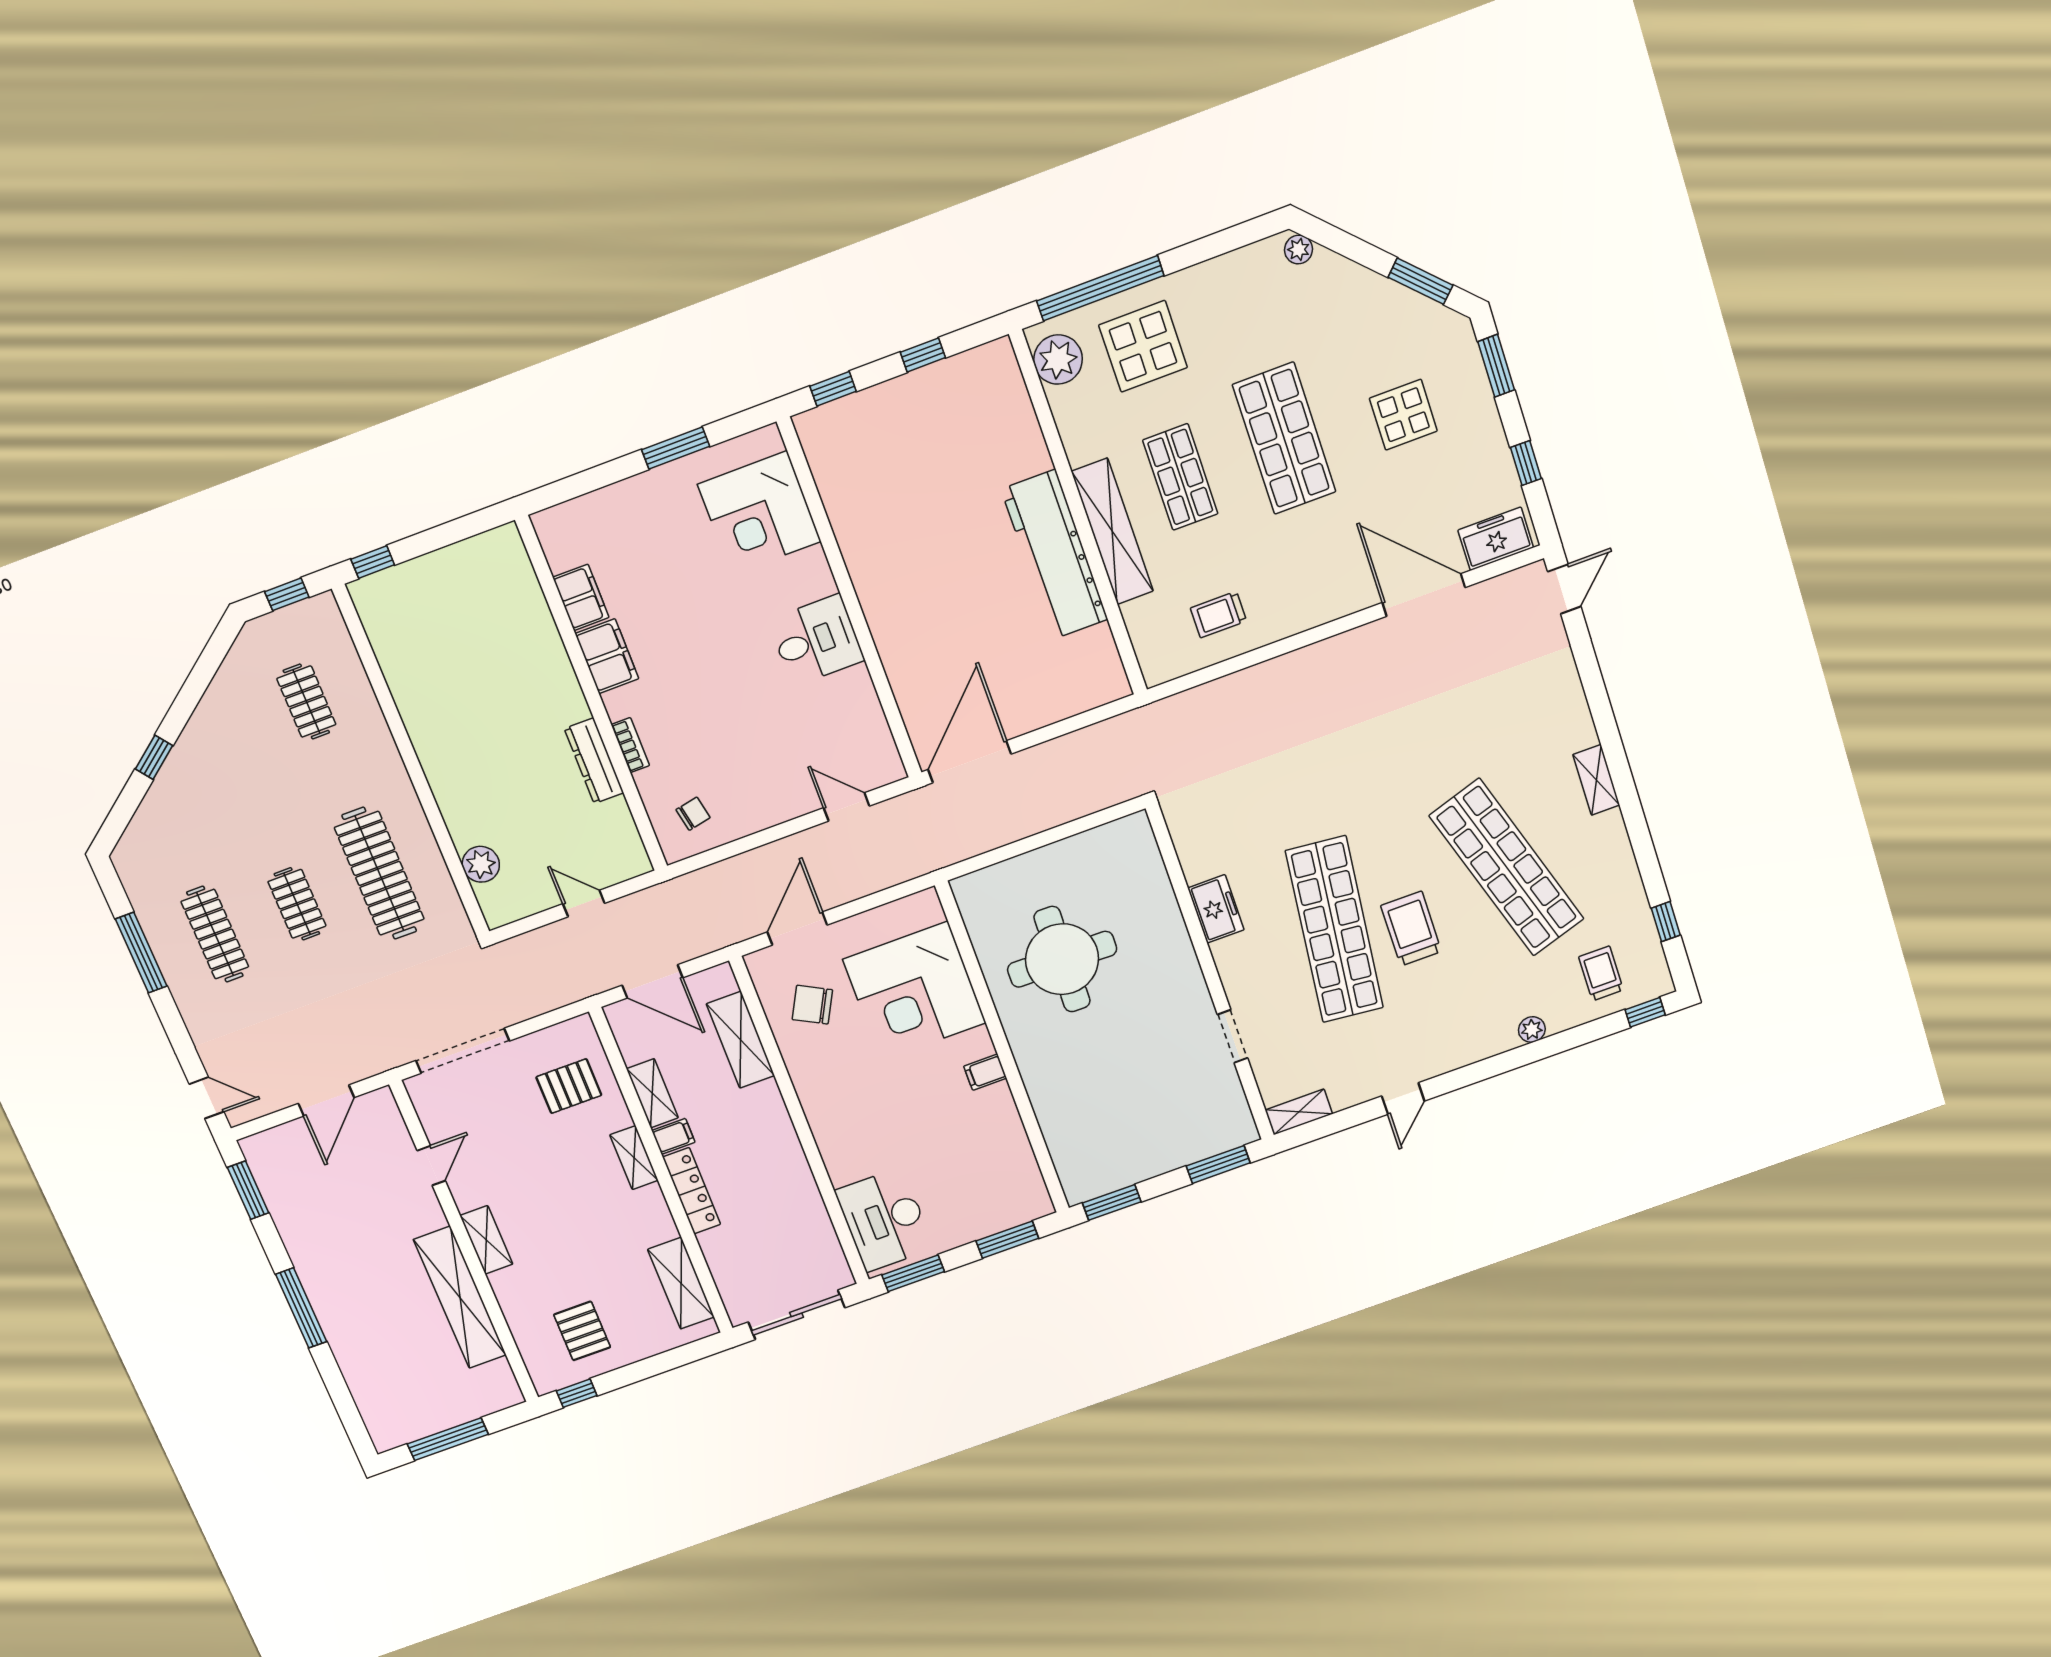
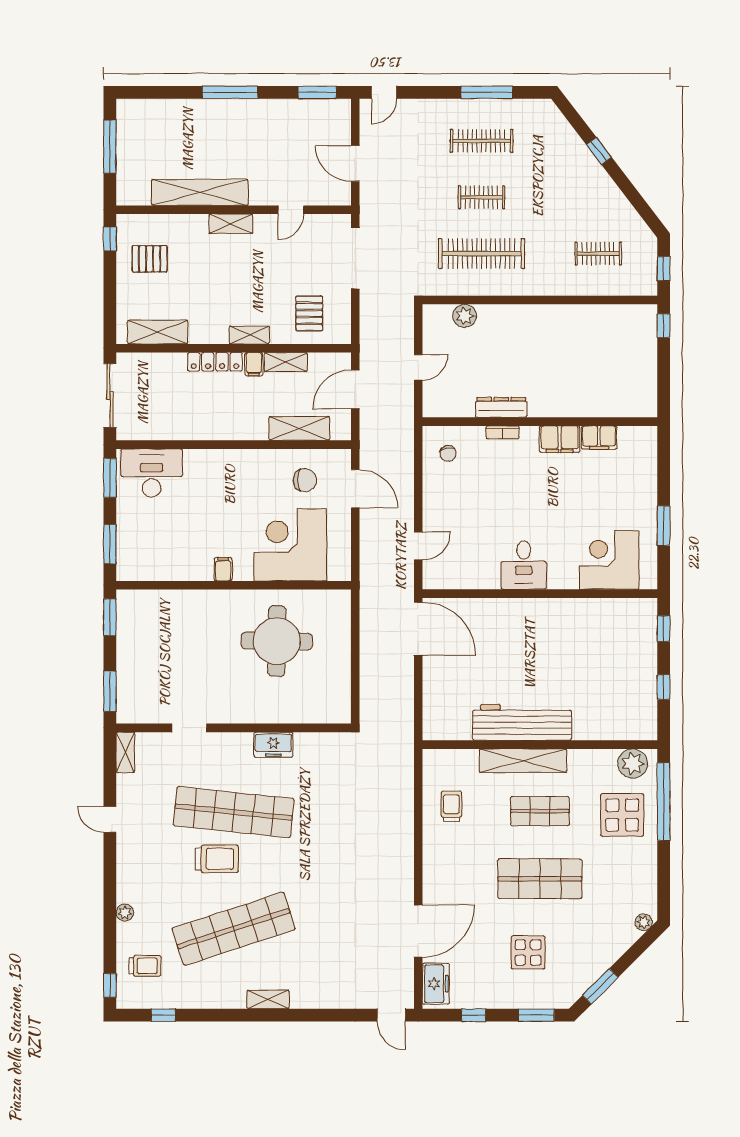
chair: (812, 1005) -> (305, 480), turned 62
door: (431, 1166) -> (291, 210), hinge flipped

